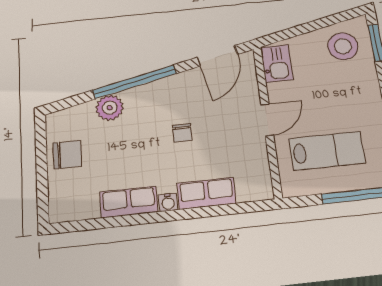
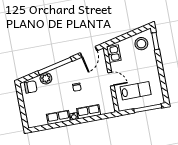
door: (267, 120) -> (111, 79), hinge flipped
chair: (67, 155) -> (31, 87), moved

